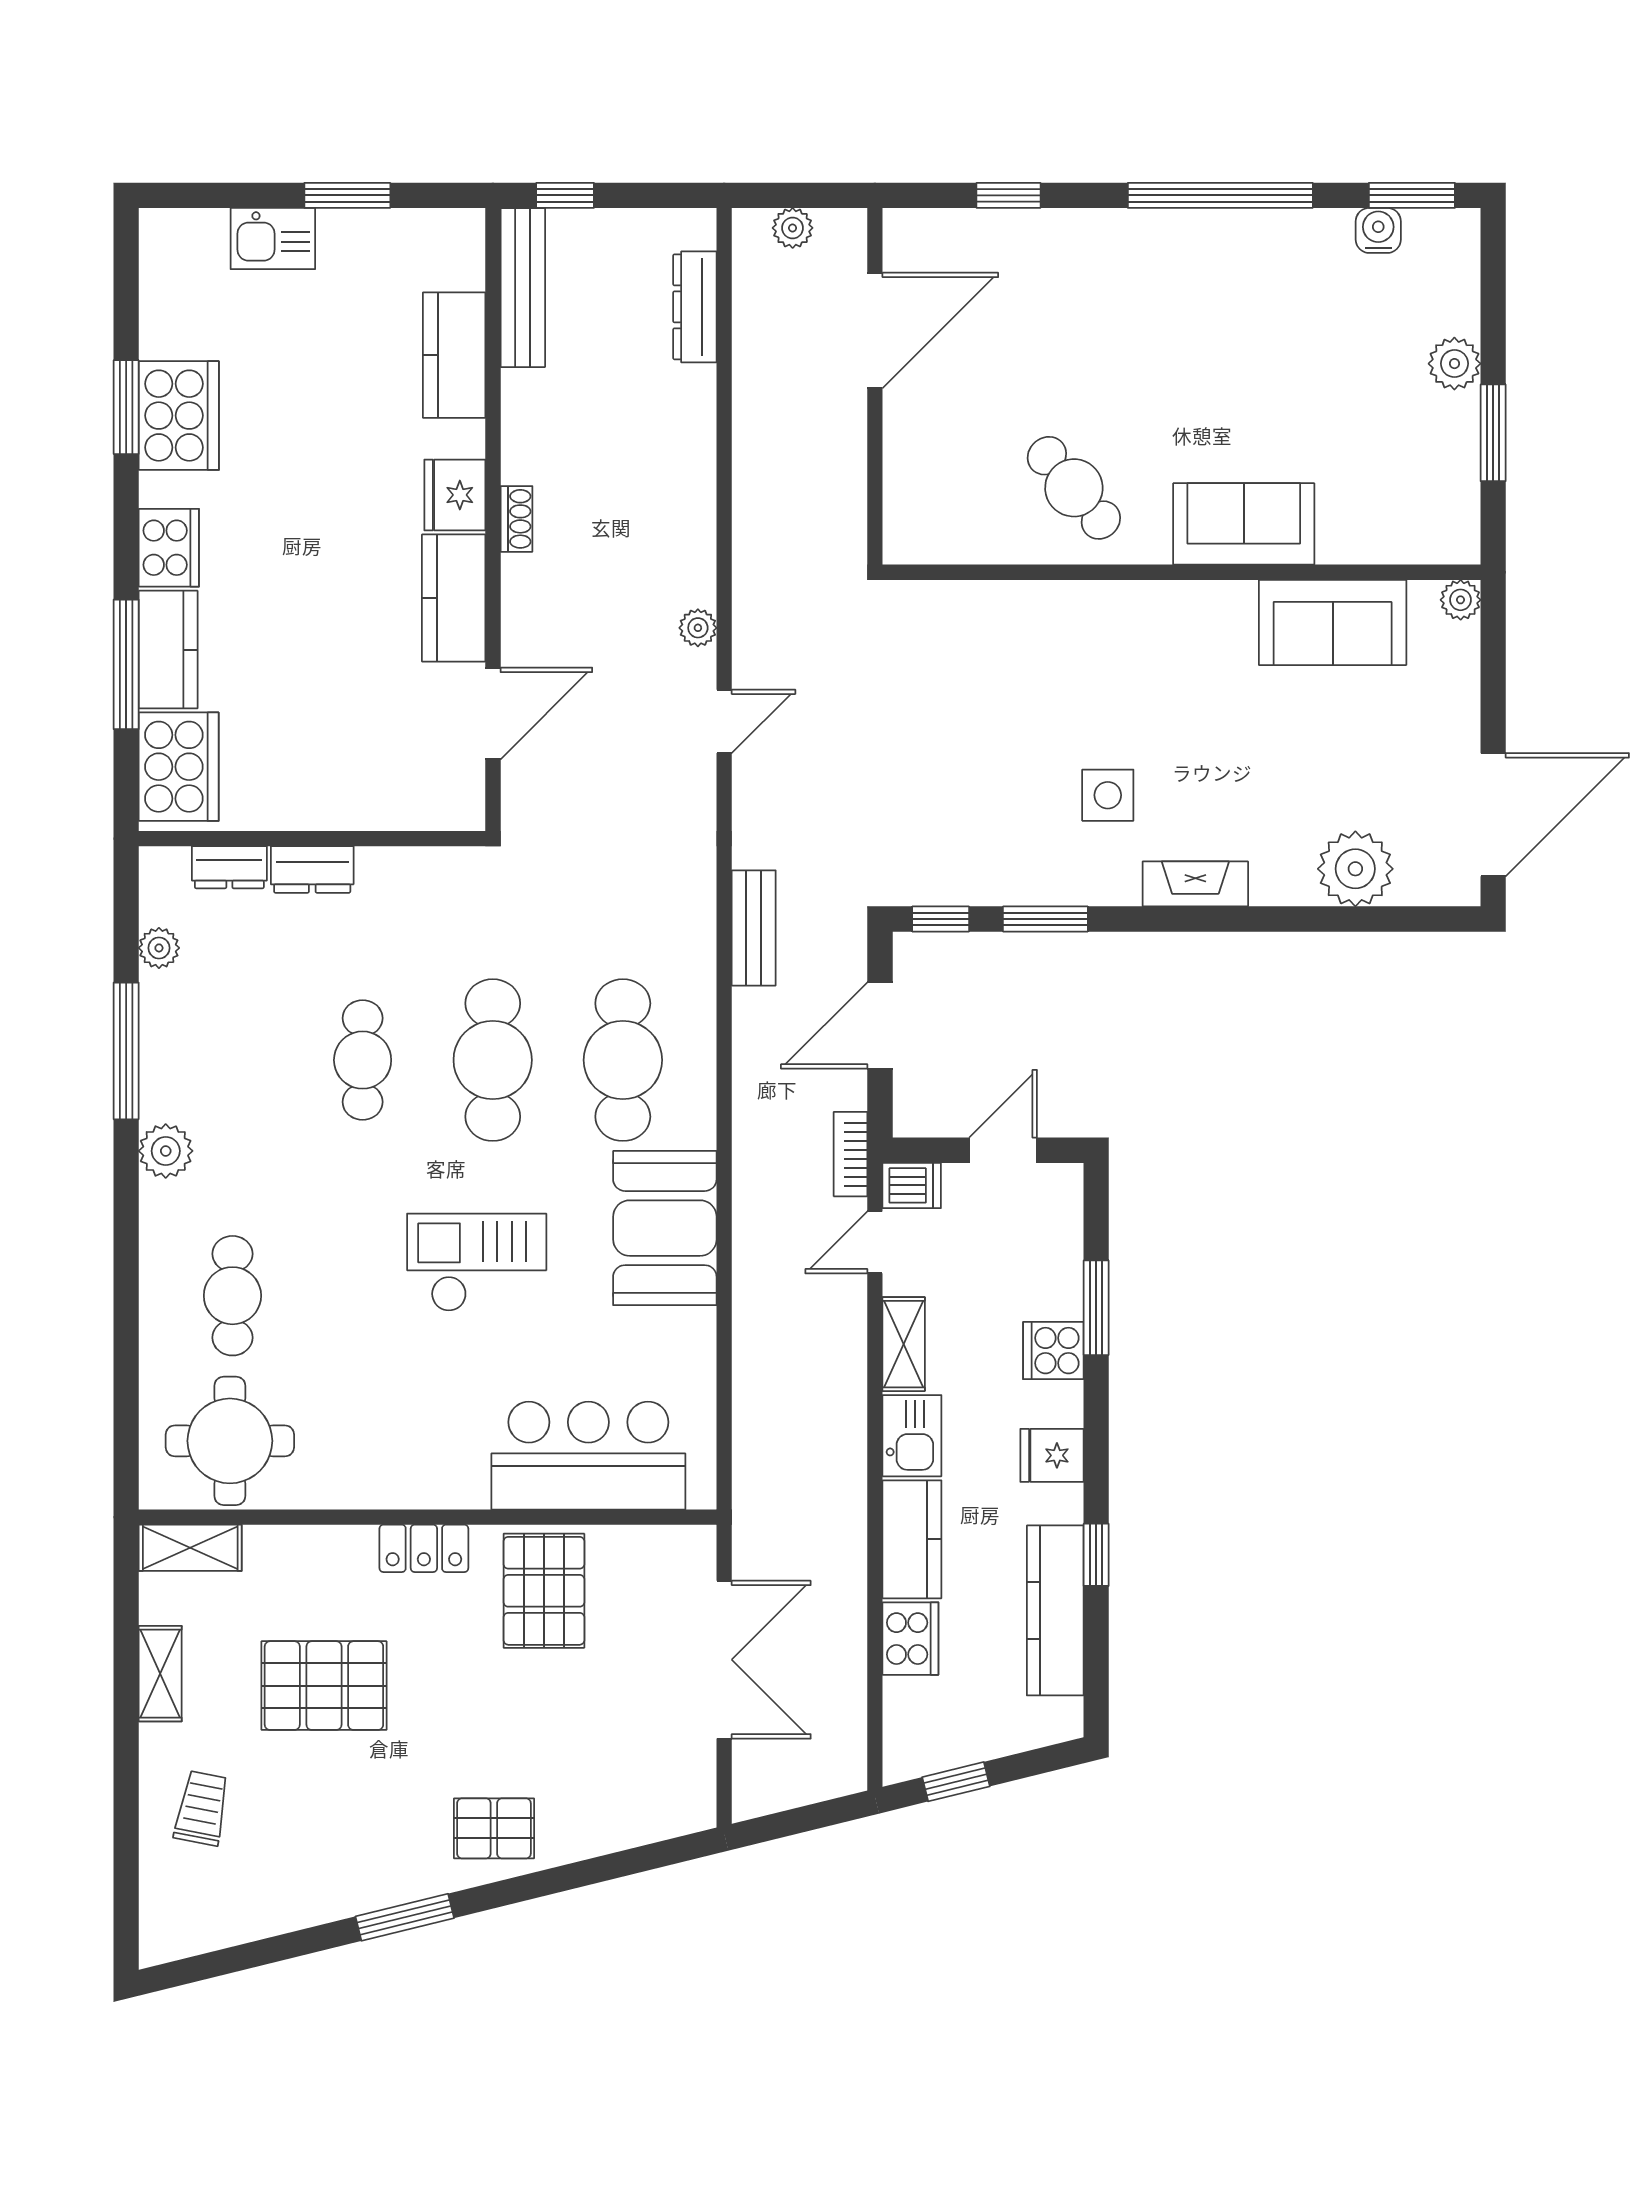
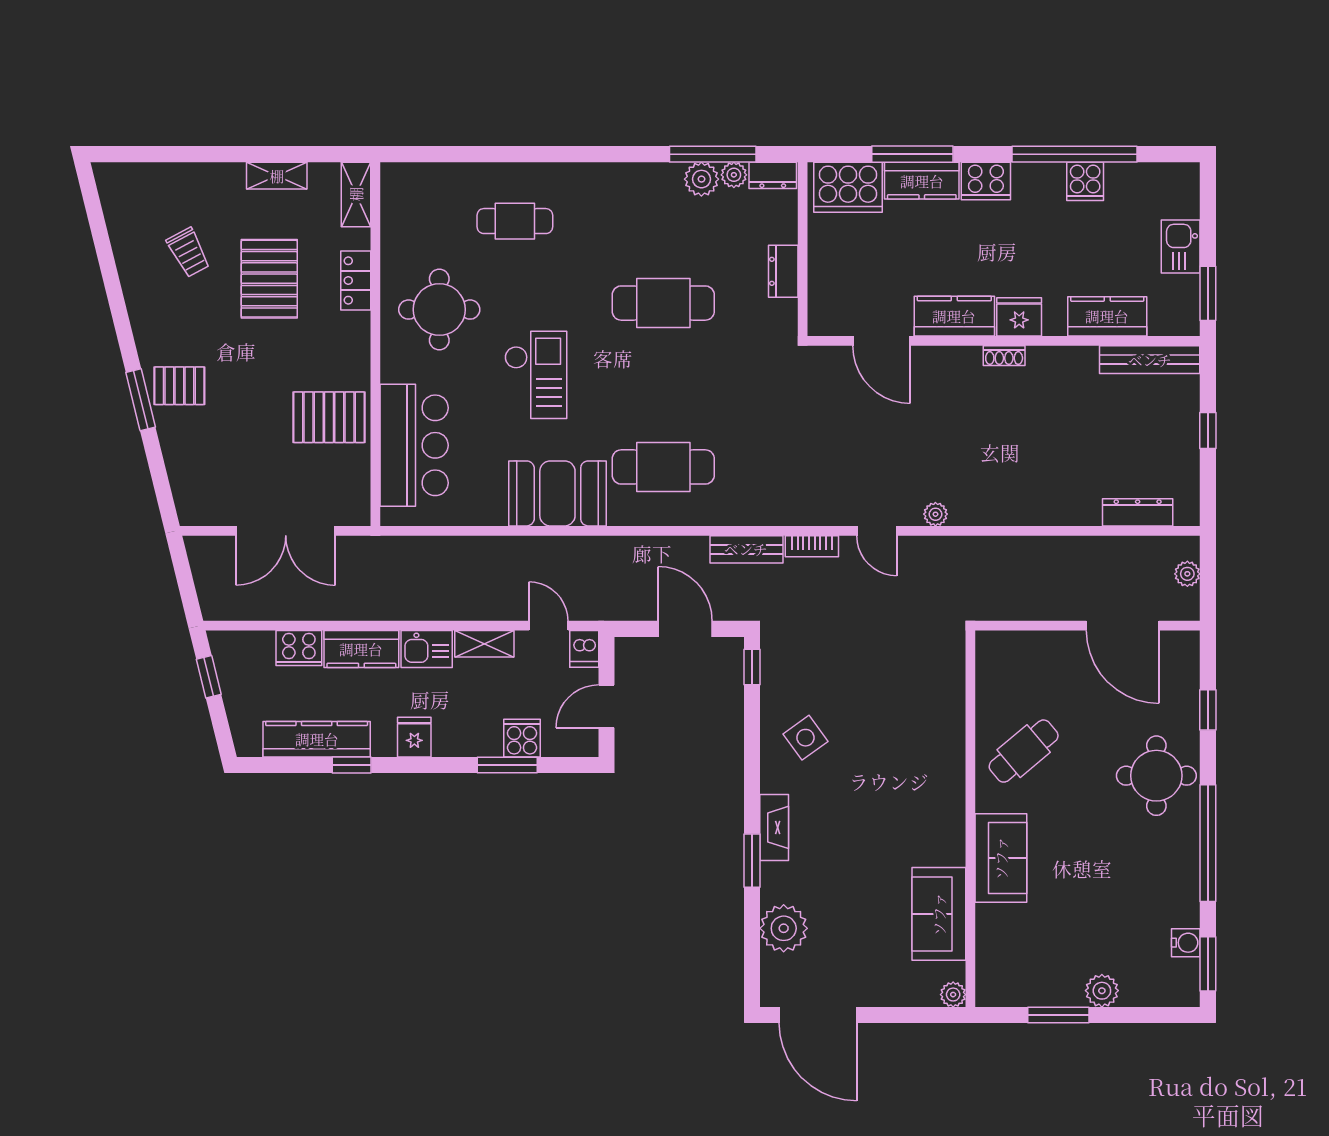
round table: (1113, 277) -> (1156, 776), added
bench: (523, 288) -> (1150, 360), moved
kitchen counter: (454, 355) -> (1107, 316), moved
window: (126, 407) -> (1074, 154), width x2.11
cooker: (179, 416) -> (1085, 181), width x0.53, depth x0.76
fridge: (455, 495) -> (1019, 317), moved
wall: (493, 519) -> (1004, 341), moved
shoe rack: (516, 519) -> (1004, 356), moved
kitchen counter: (454, 598) -> (954, 316), moved
door: (493, 713) -> (882, 341), moved
side table: (1108, 795) -> (805, 738), moved, turned -36
dresser: (229, 867) -> (773, 175), moved, turned -90
window: (1045, 919) -> (752, 861), moved
window: (126, 1051) -> (713, 154), moved
cafe table: (363, 1060) -> (663, 303), width x1.37, depth x1.35
cafe table: (493, 1060) -> (663, 385), removed
door: (1003, 1150) -> (606, 706), swing flipped
plant: (166, 1151) -> (701, 179), moved
bookcase: (851, 1154) -> (812, 546), moved, turned 180
cooker: (1053, 1351) -> (522, 738), moved
round table: (230, 1441) -> (439, 310), moved
locker: (424, 1548) -> (356, 280), moved
trolley: (202, 1808) -> (188, 252), moved, turned 51
pallet: (494, 1828) -> (179, 386), turned 90
window: (405, 1917) -> (141, 400), moved

